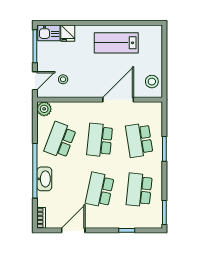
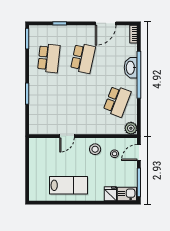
stool: (152, 82) -> (95, 149), moved
door: (118, 100) -> (67, 136), width x0.53
school desk: (100, 140) -> (83, 101), removed
school desk: (139, 140) -> (49, 101), removed

